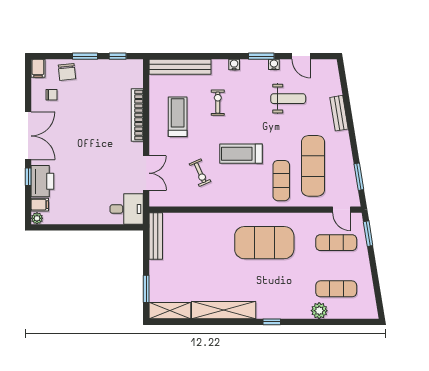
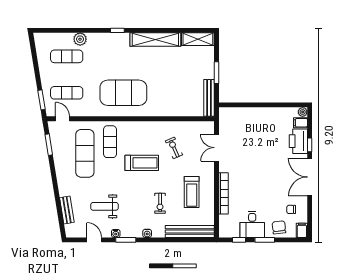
bench: (339, 113) -> (67, 210), moved
desk: (127, 209) -> (252, 224), moved, turned -90
window: (146, 289) -> (216, 73), moved

